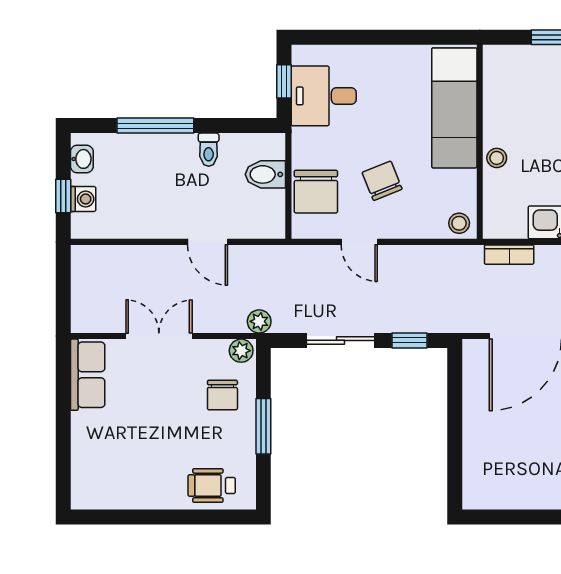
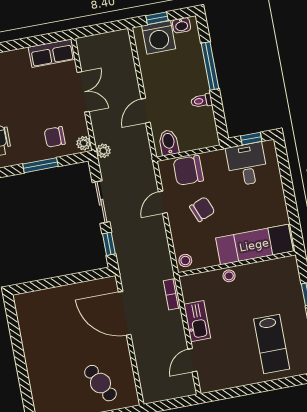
bidet: (265, 174) -> (169, 143), moved
washing machine: (83, 199) -> (159, 37), width x1.89, depth x1.89

